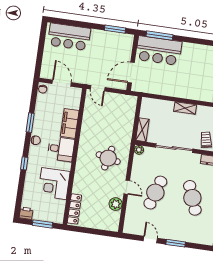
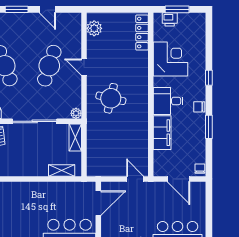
shelving: (185, 108) -> (62, 170), moved
plant: (116, 204) -> (94, 28), moved
printer: (26, 213) -> (170, 19), moved

